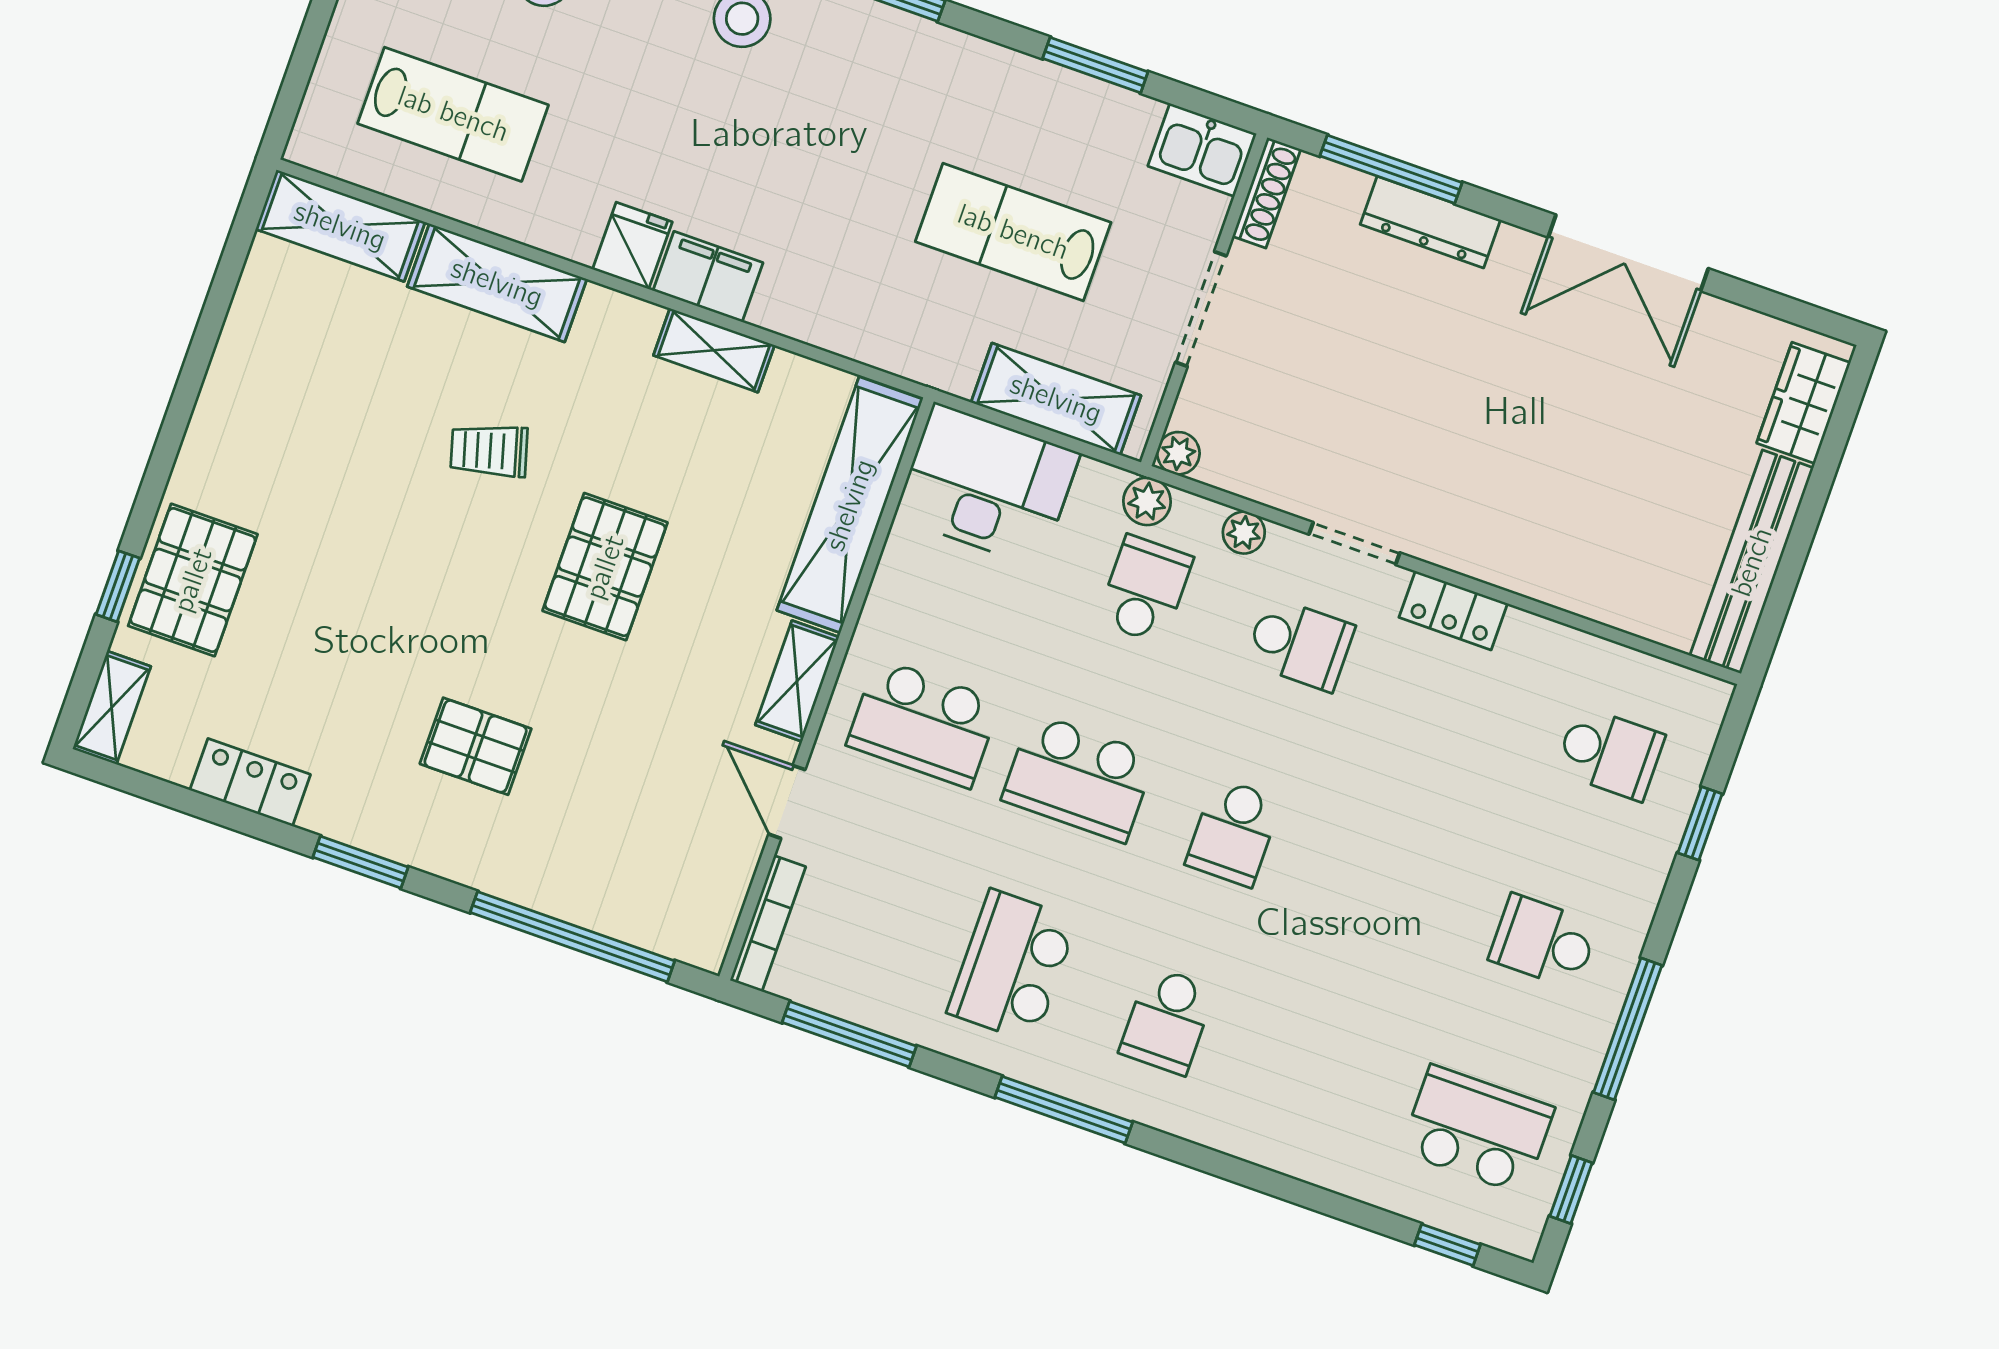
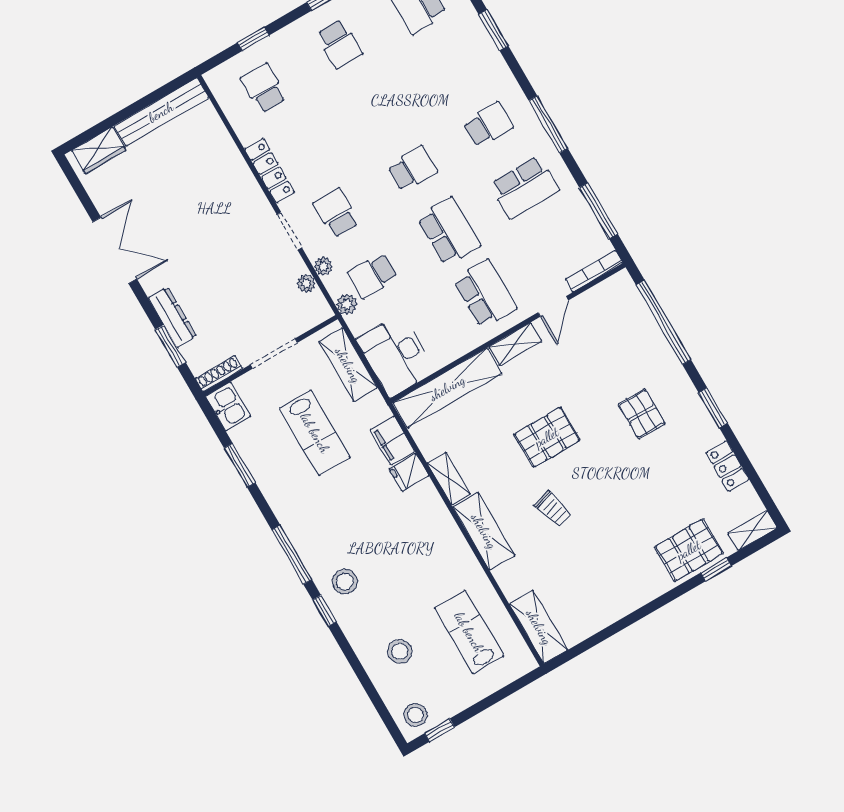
window: (1391, 169) -> (170, 346), width x0.69
fridge: (632, 246) -> (409, 472), moved
filing cabinet: (708, 277) -> (392, 440), moved
shelving: (497, 283) -> (484, 531), moved
plant: (1178, 453) -> (306, 283), moved
locker: (1453, 610) -> (270, 171), width x1.53
window: (1298, 1192) -> (493, 30), added

